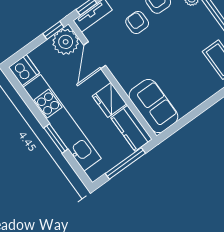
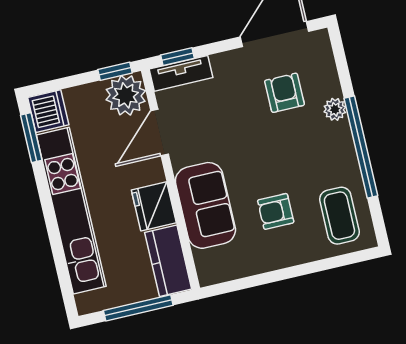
armchair: (137, 23) -> (276, 211), moved, turned -90
sofa: (153, 106) -> (205, 205), moved
window: (56, 139) -> (31, 138), moved

